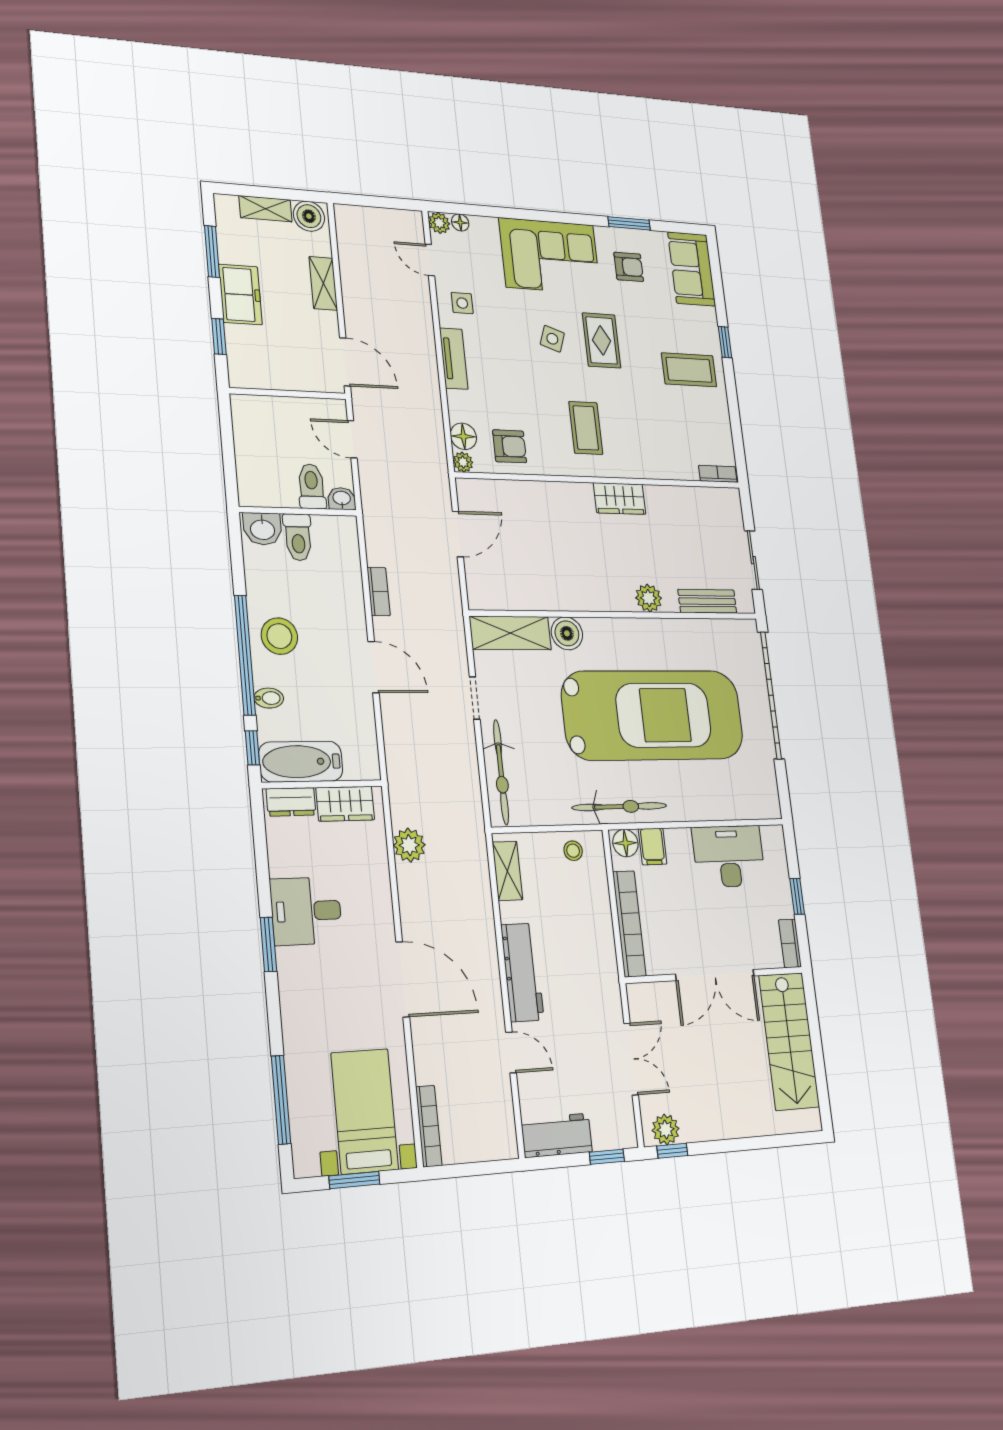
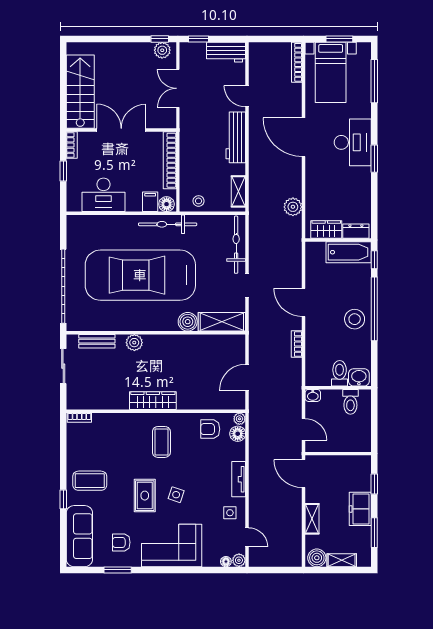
sofa: (692, 269) -> (79, 536), width x1.36
toilet: (312, 486) -> (350, 402), moved
wardrobe: (620, 498) -> (153, 401), width x1.50
bidet: (269, 698) -> (363, 286), removed
desk: (306, 911) -> (353, 142), moved, width x1.37

